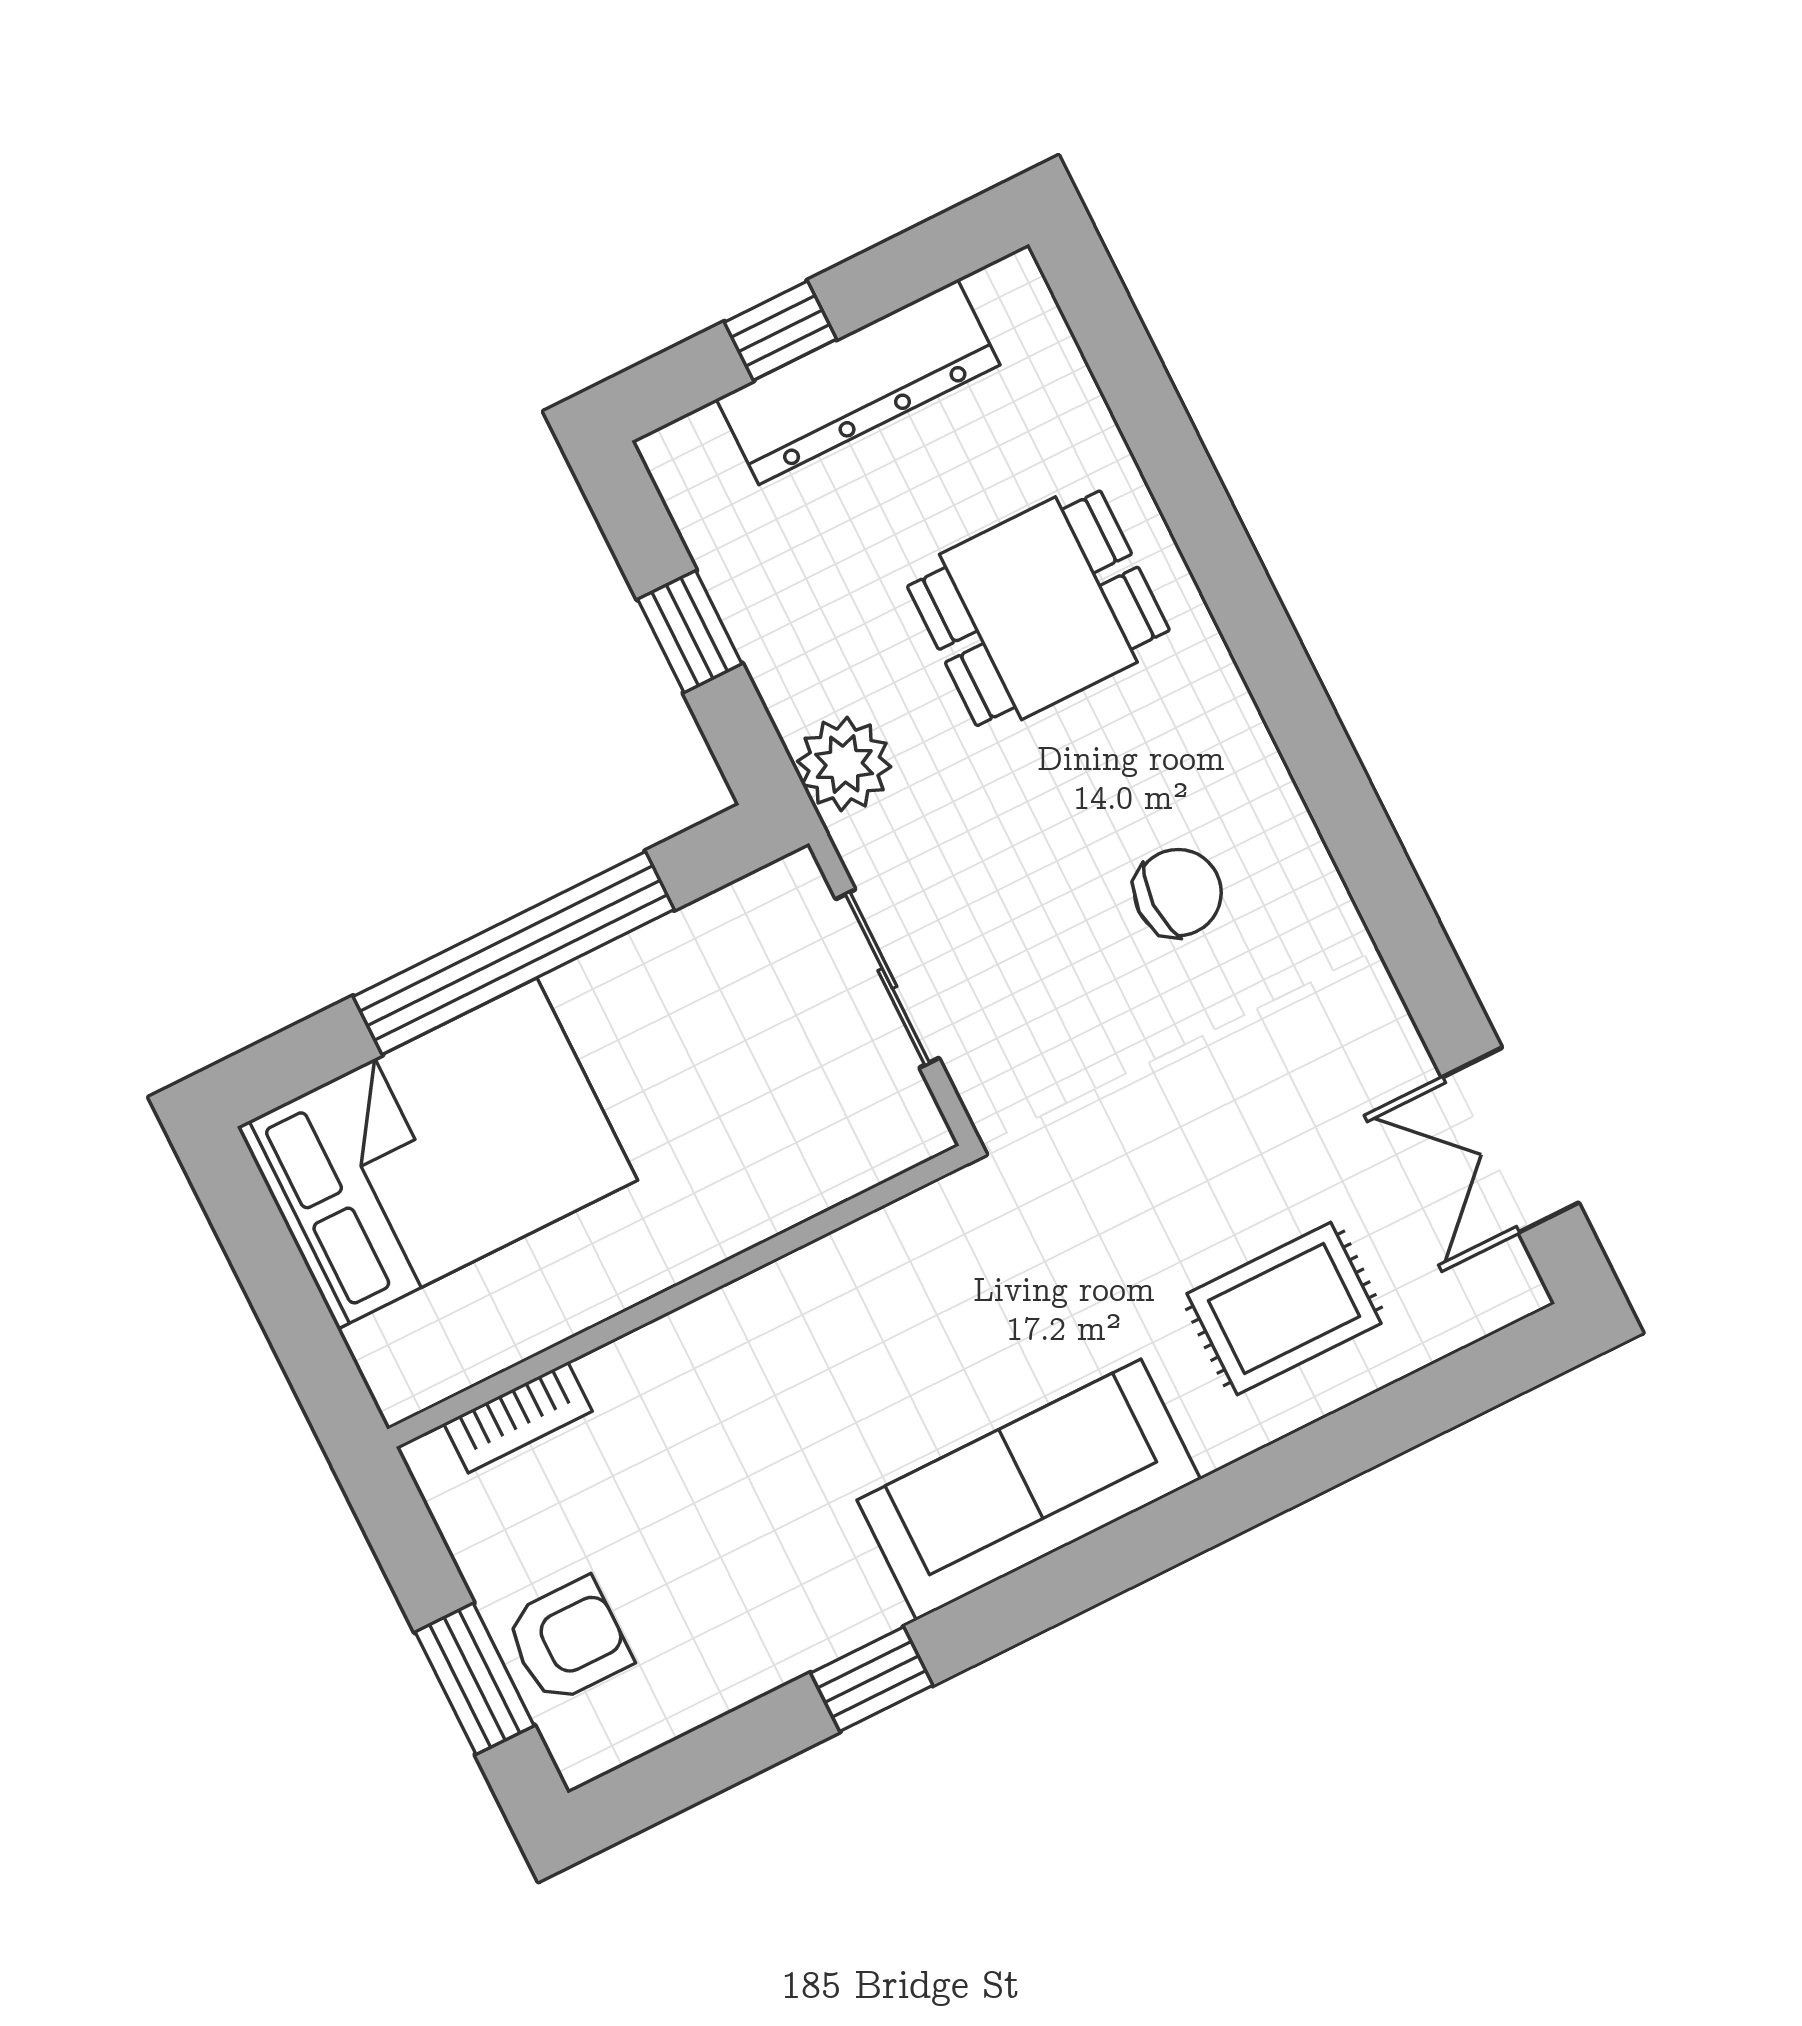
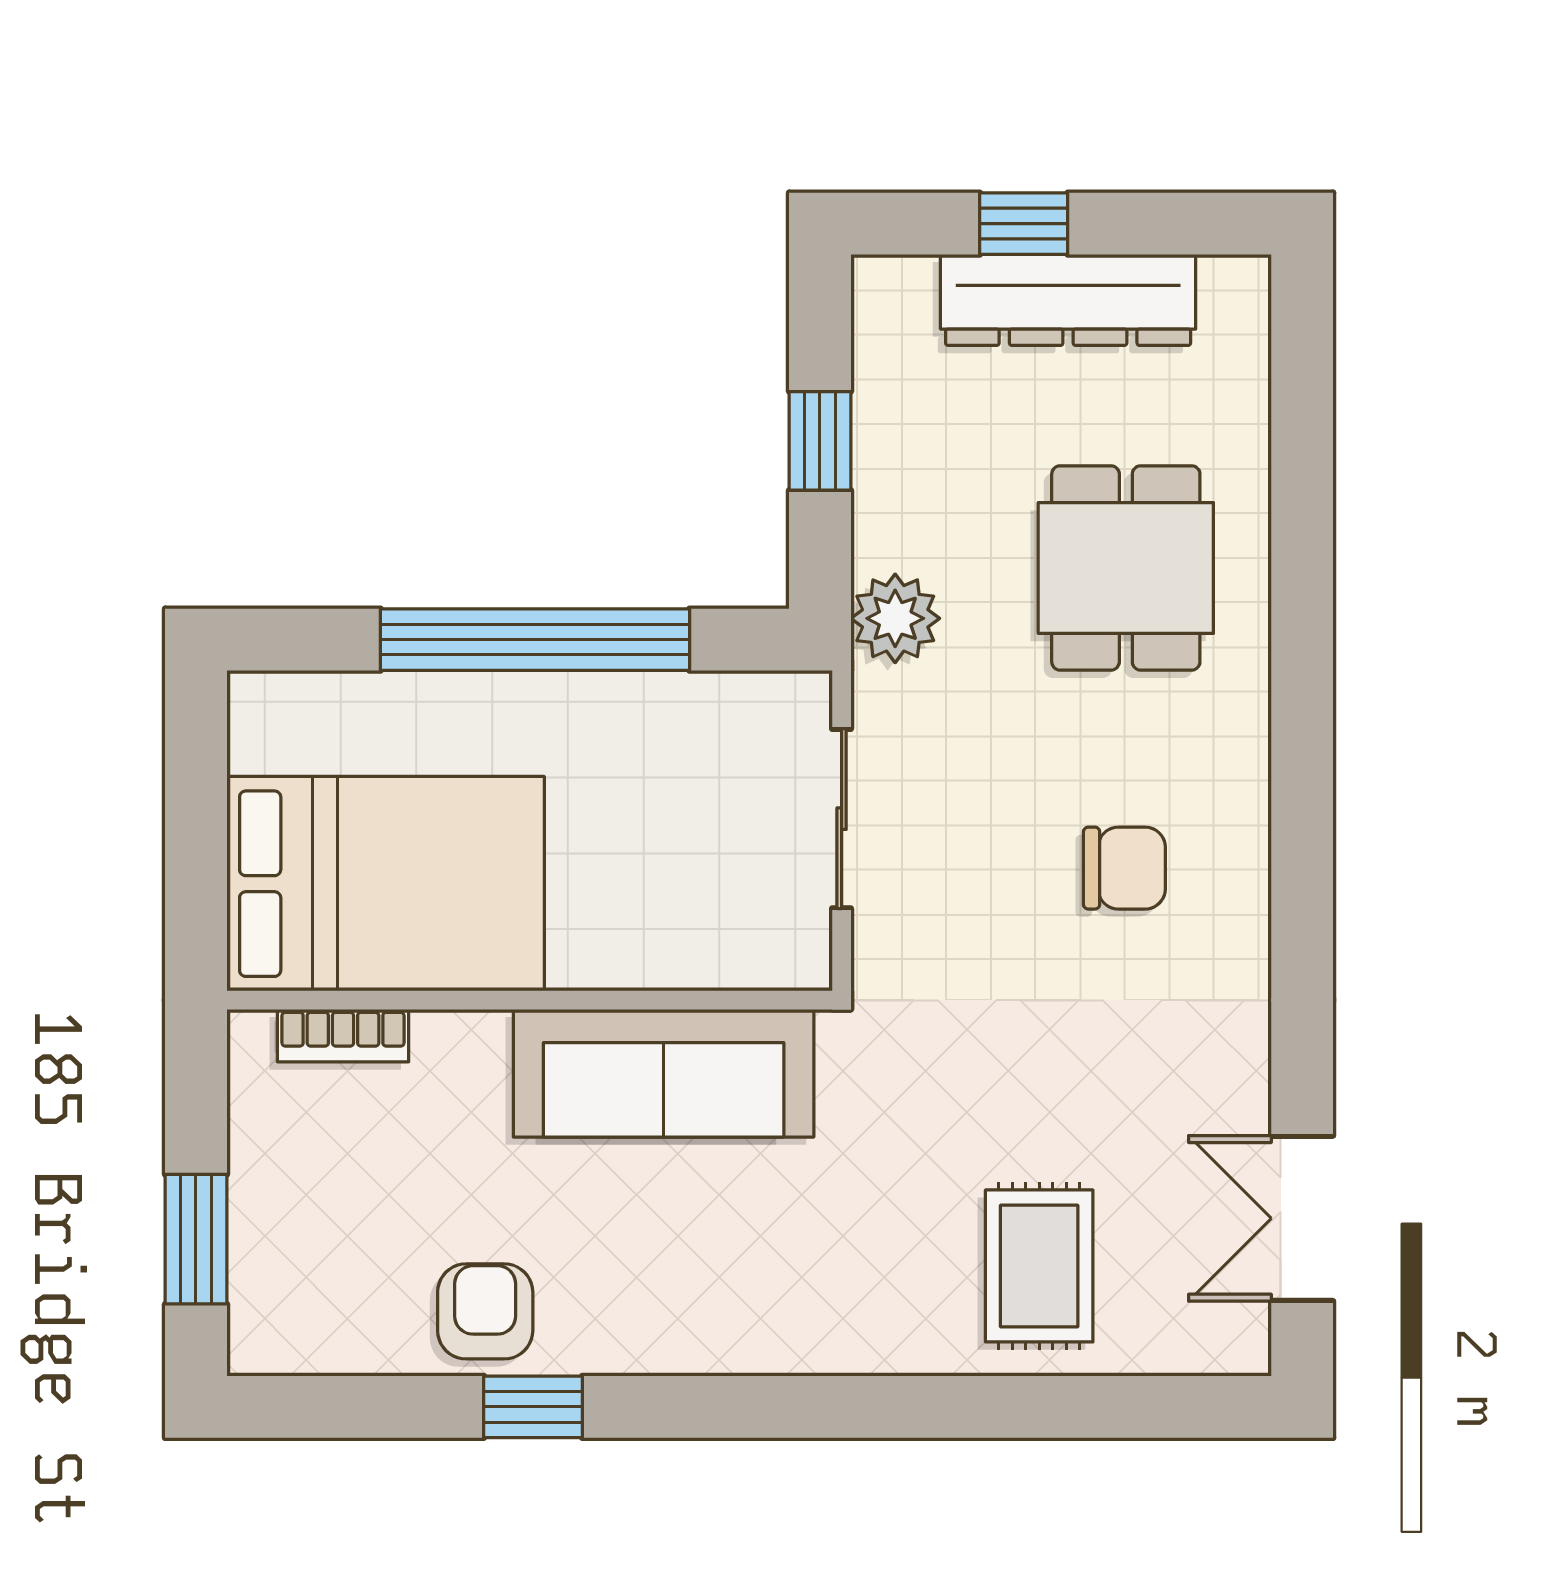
dining table: (1038, 608) -> (1126, 568), turned 90
bed: (437, 1154) -> (386, 884), moved
rug: (1284, 1309) -> (1039, 1266), turned 90
sofa: (1029, 1490) -> (664, 1073), moved, turned 180
armchair: (568, 1640) -> (485, 1311), moved, turned -90

